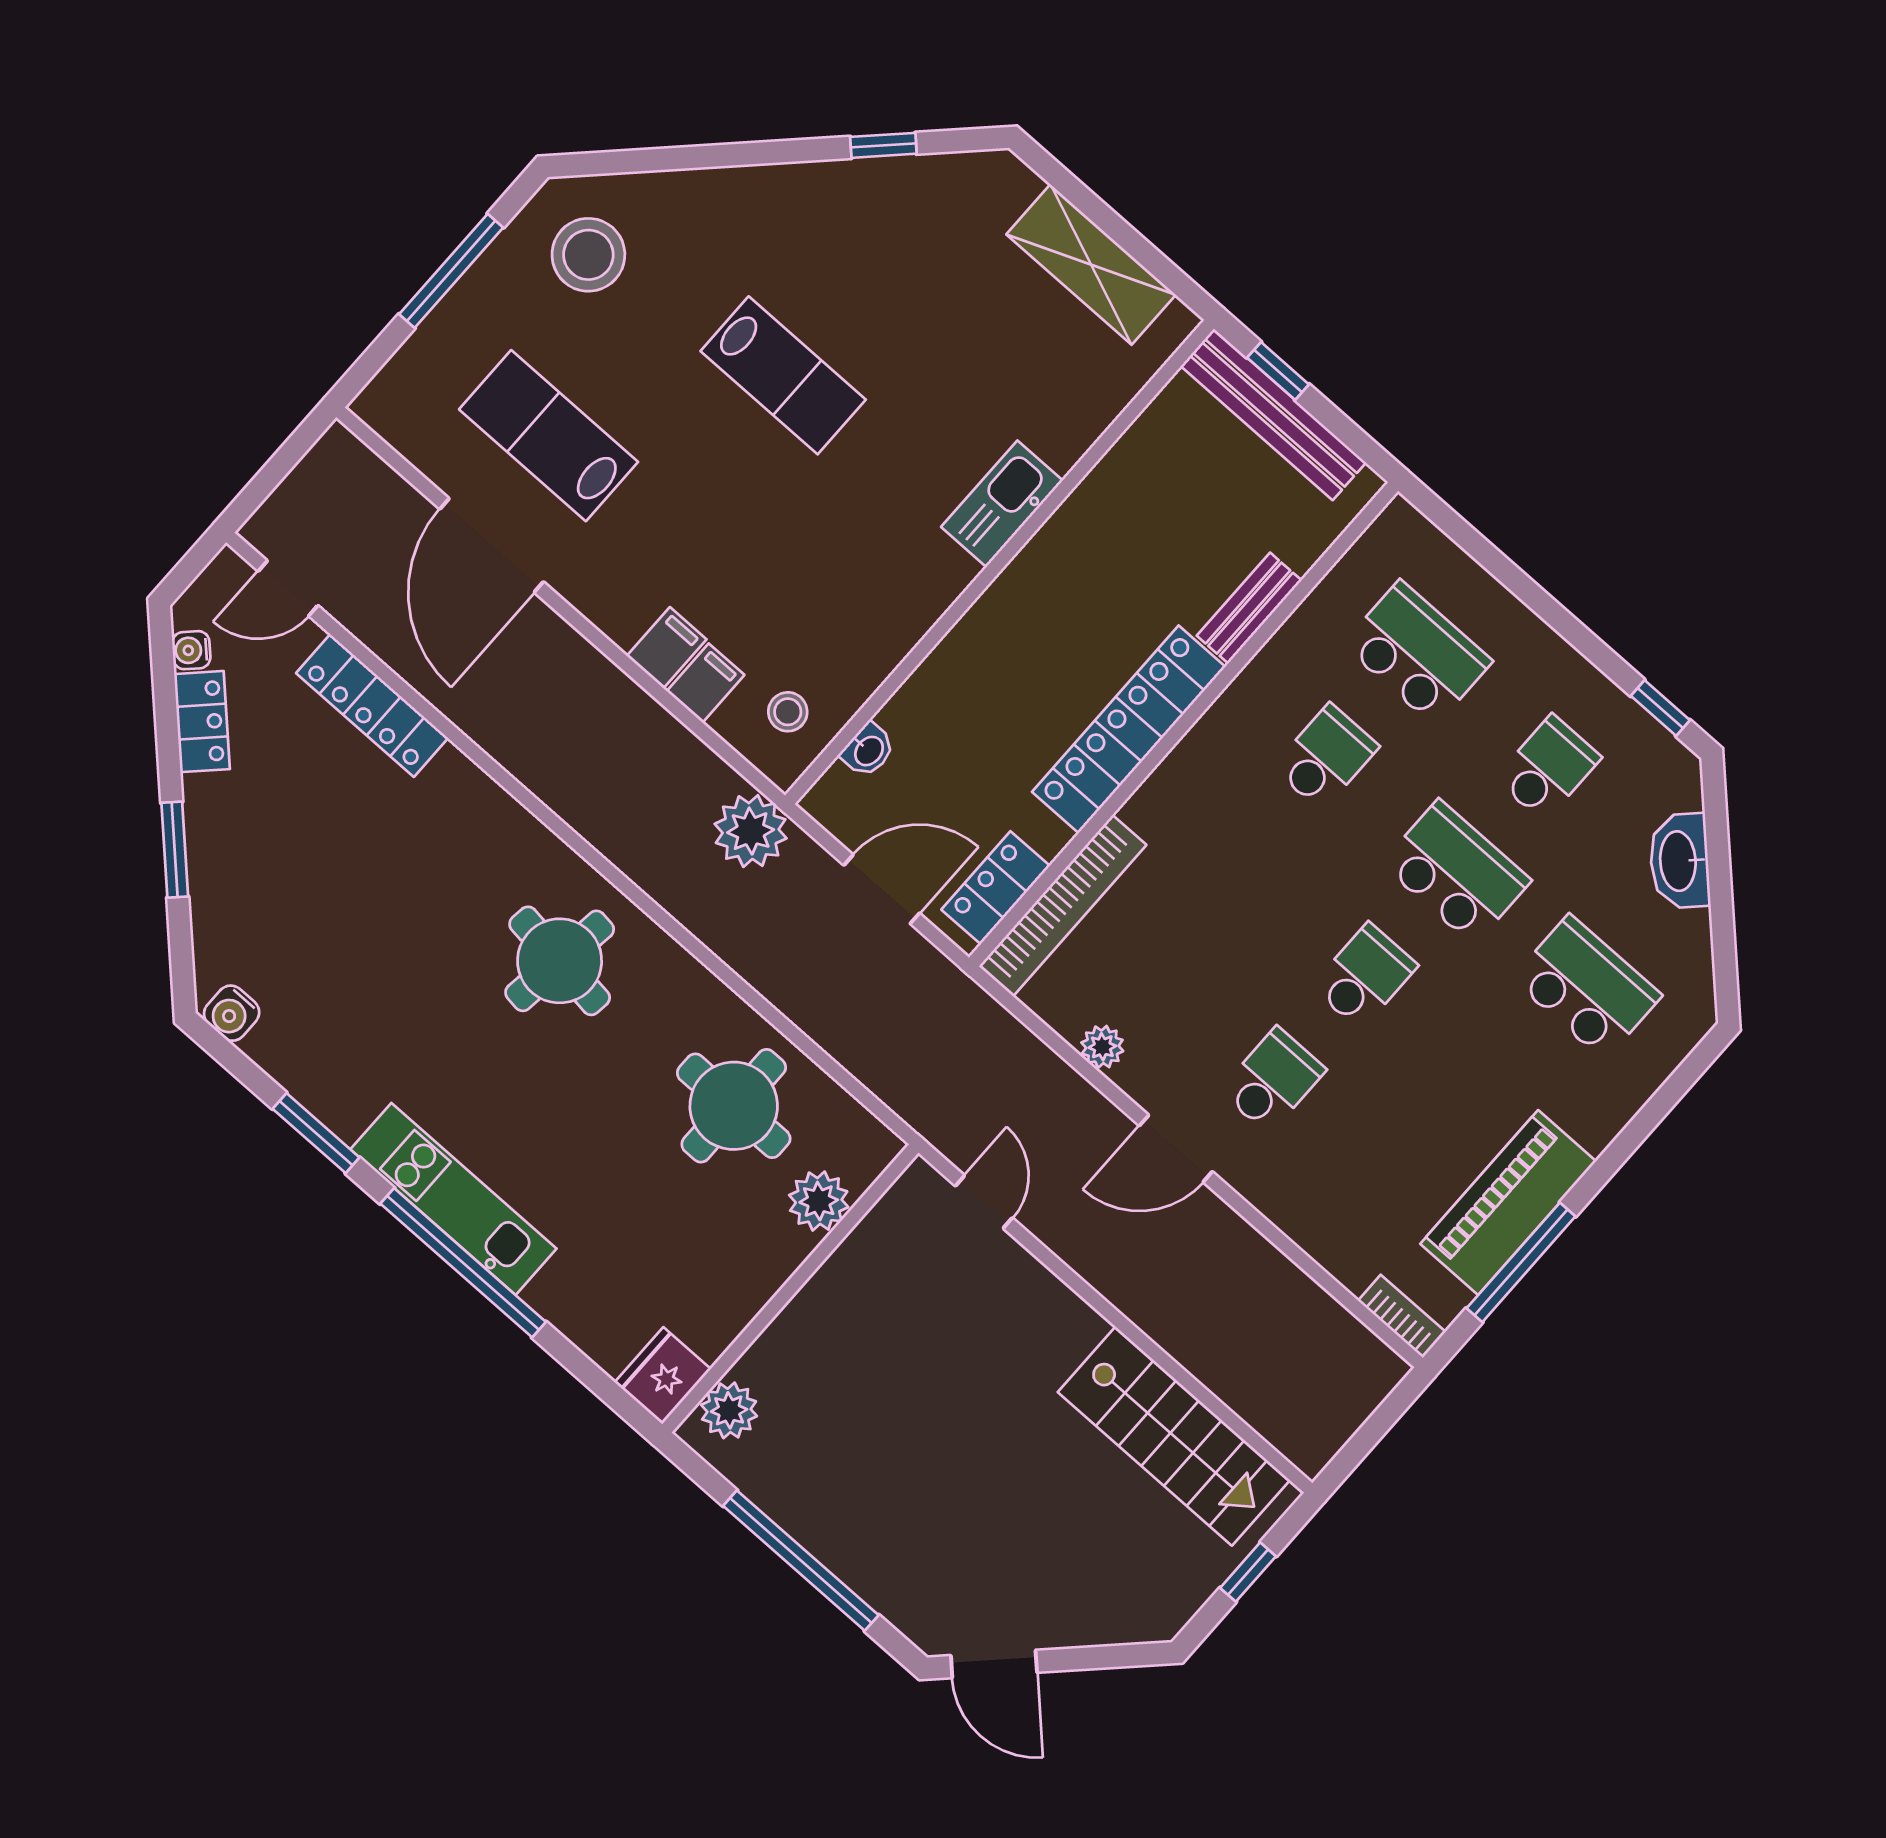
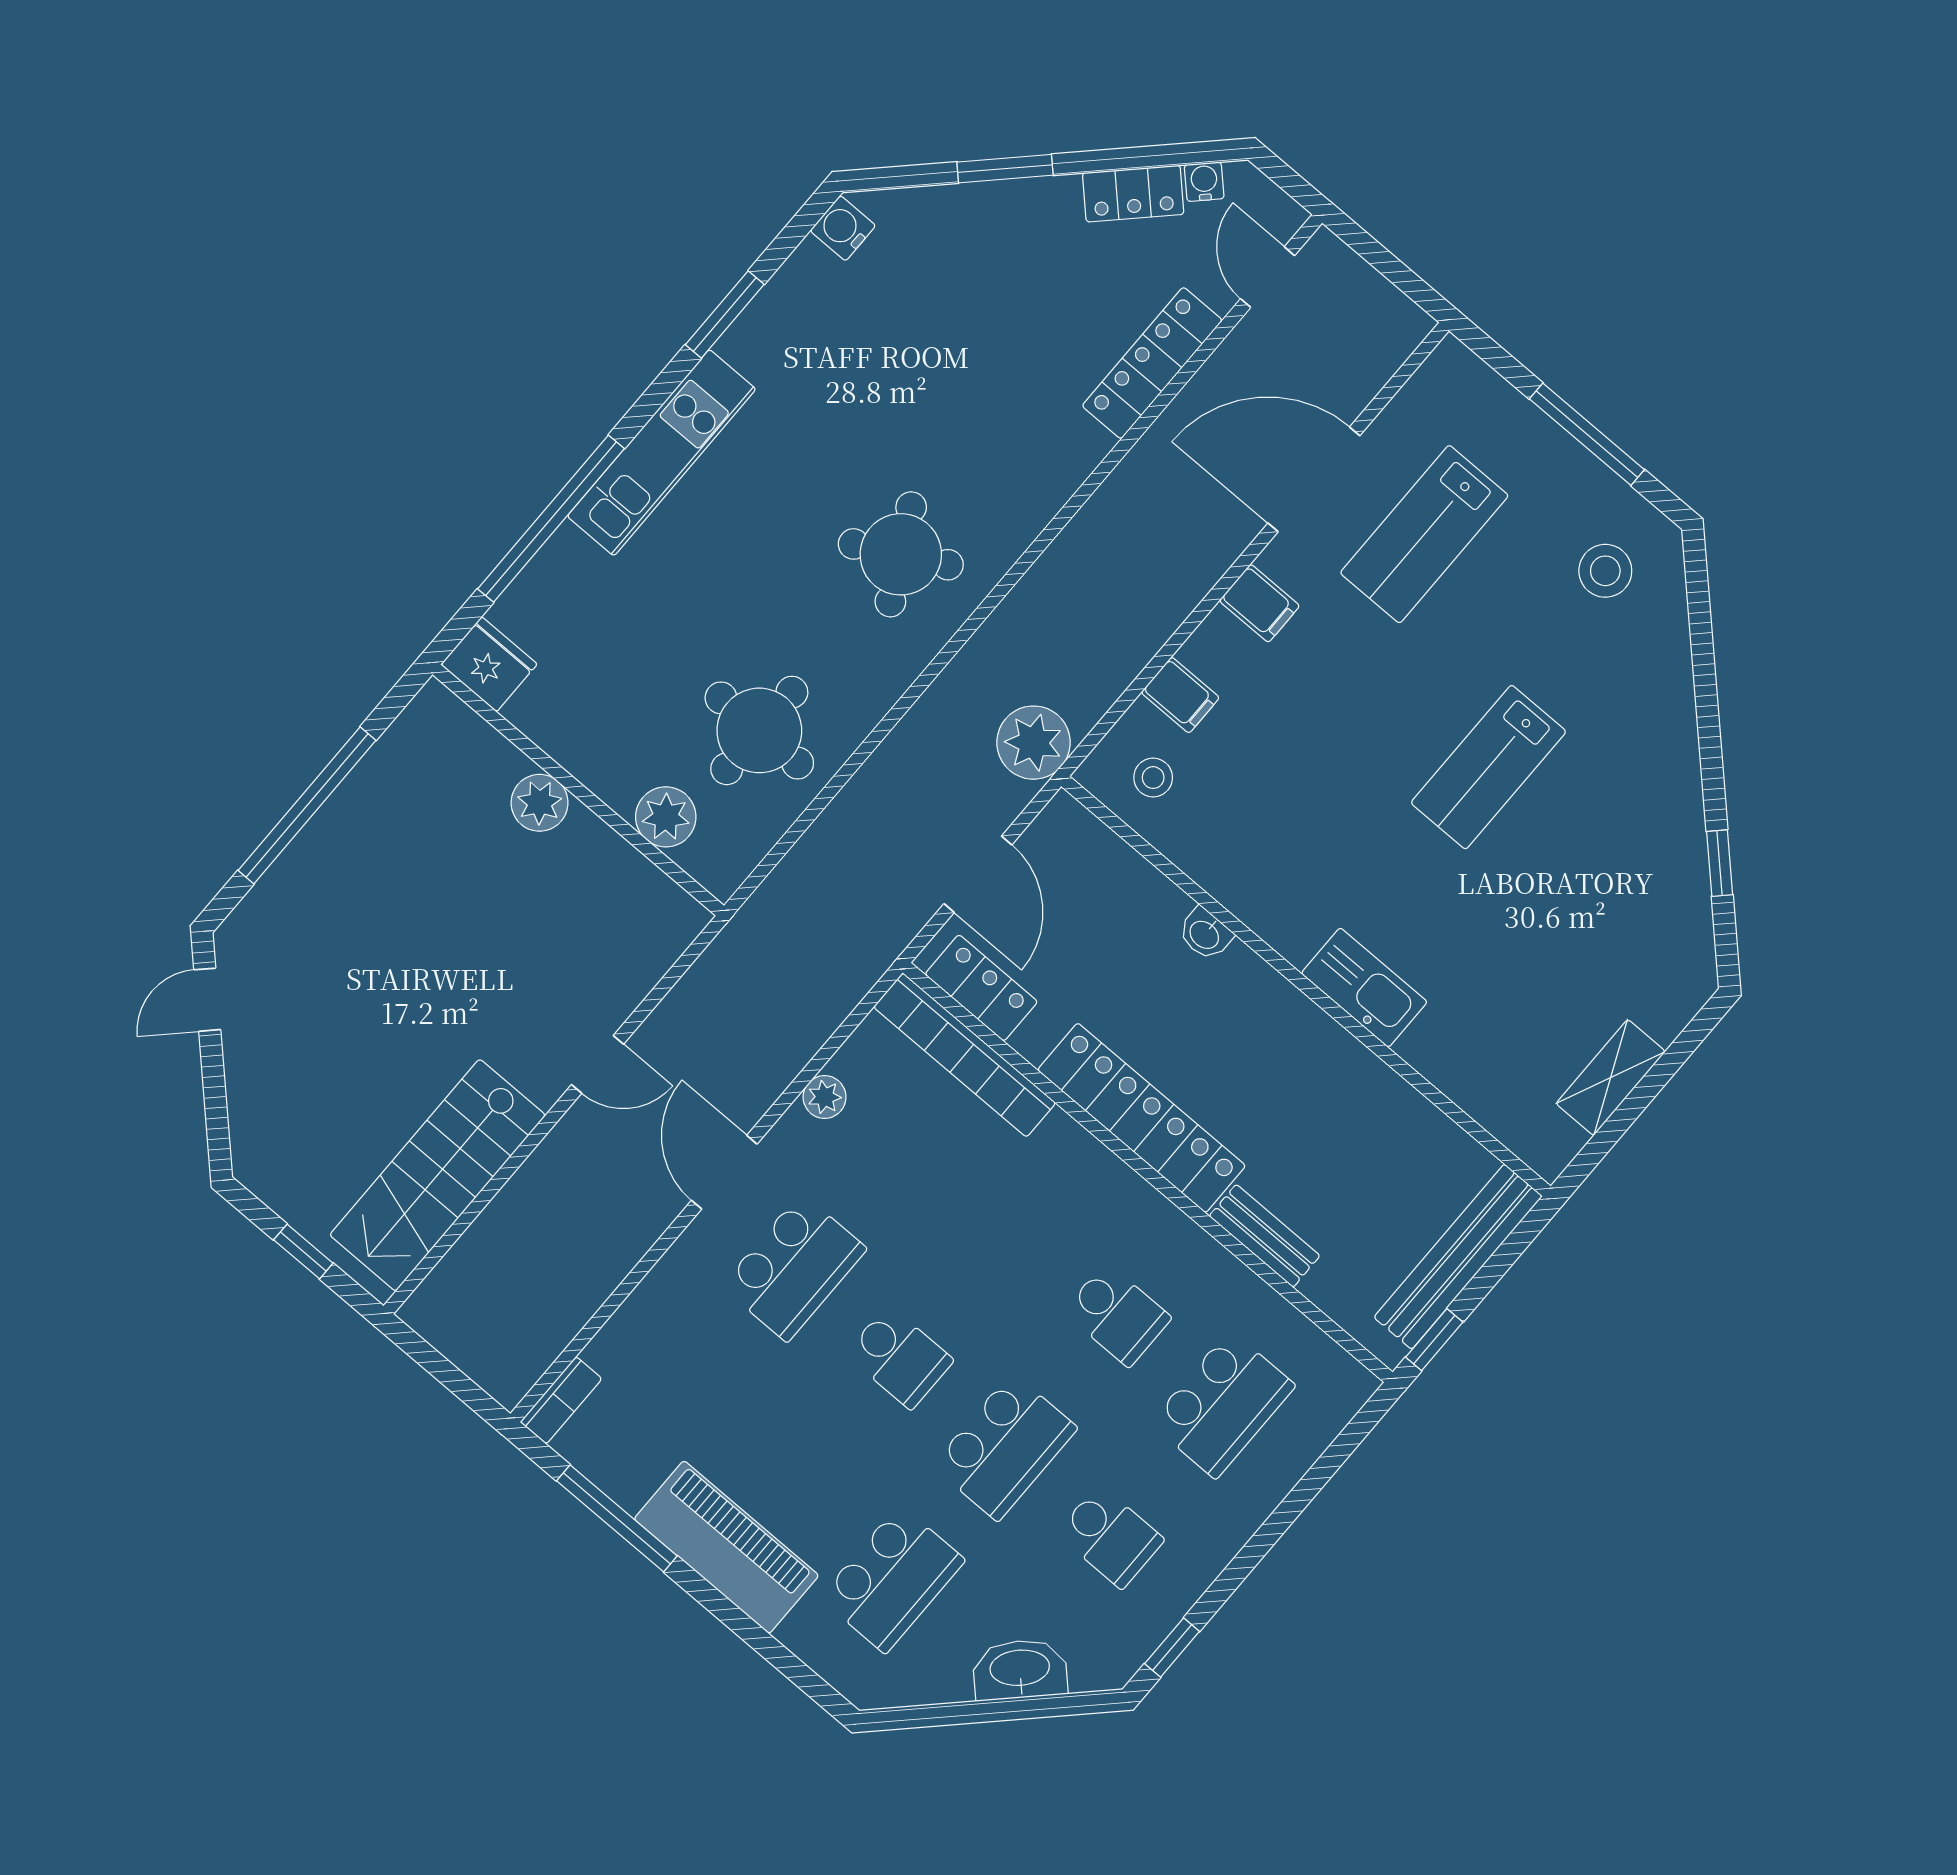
stool: (588, 255) -> (1605, 571), width x0.73, depth x0.73
shelving: (1091, 265) -> (1611, 1078), width x0.67, depth x0.75
window: (1278, 371) -> (1434, 1340), moved
lab bench: (549, 436) -> (1424, 534), turned 180
filing cabinet: (667, 648) -> (1259, 603), moved
washbasin: (868, 750) -> (1205, 934), moved
round table: (560, 961) -> (901, 554), turned -35
school desk: (1273, 1080) -> (794, 1267), width x1.85
door: (984, 1202) -> (597, 1064), moved
piano: (1508, 1203) -> (726, 1547), moved
window: (463, 1263) -> (551, 519), moved
plant: (729, 1410) -> (540, 803), moved
door: (994, 1664) -> (207, 1000), width x0.73

